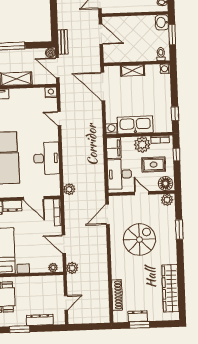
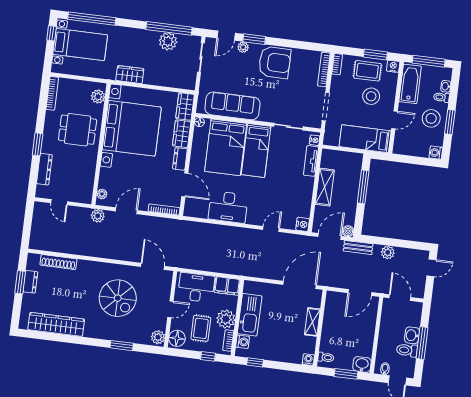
washing machine: (111, 129) -> (243, 342), moved
plant: (69, 189) -> (388, 252), moved
door: (34, 198) -> (185, 185), swing flipped

